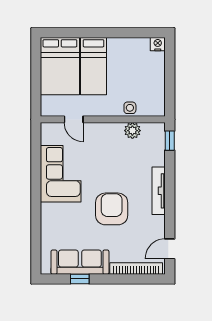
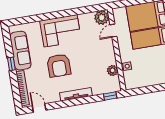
plant: (51, 133) -> (102, 18), added
corner sofa: (61, 174) -> (61, 31), moved
armchair: (112, 209) -> (59, 65), turned 90
window: (80, 279) -> (11, 64), moved

